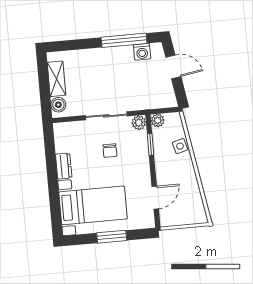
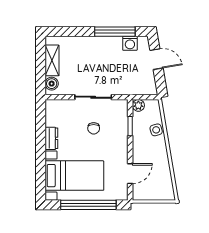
plant: (139, 123) -> (121, 106), removed
window: (112, 237) -> (88, 205), width x2.11

